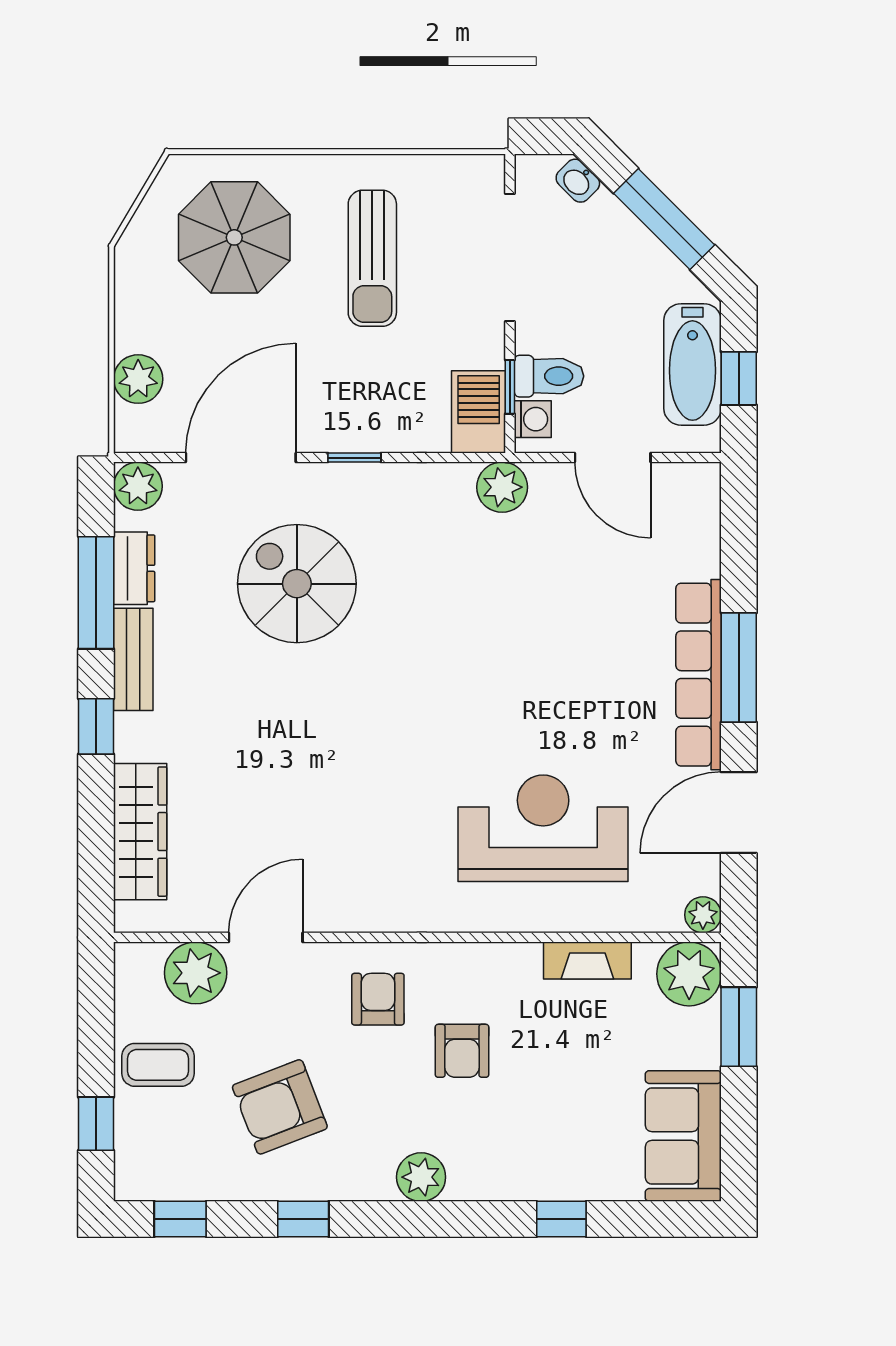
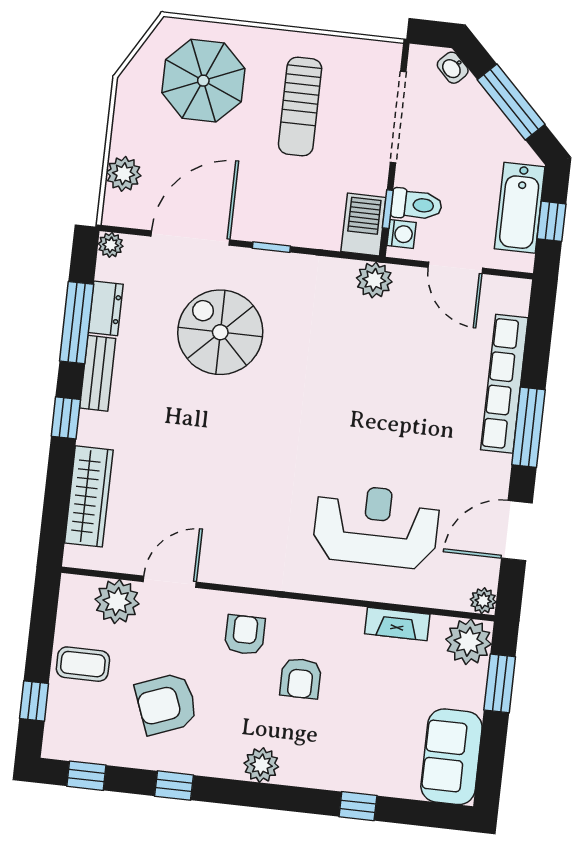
plant: (138, 486) -> (111, 245), width x0.73, depth x0.73
row of seats: (699, 675) -> (504, 384), moved

